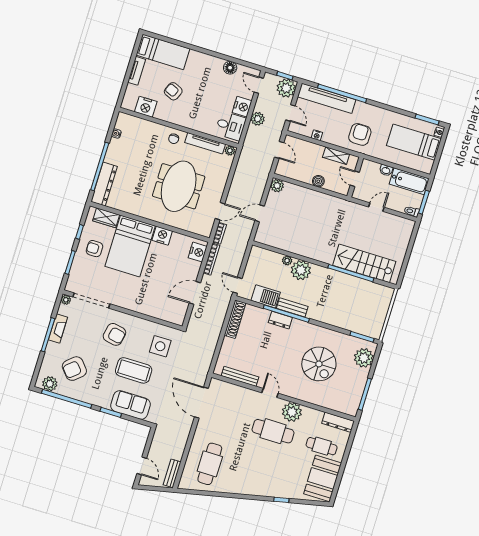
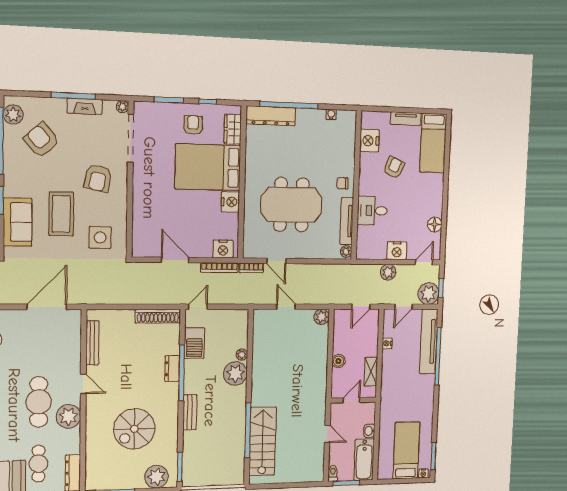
desk: (231, 126) -> (372, 211), moved, turned 90
armchair: (360, 134) -> (400, 390), removed
bench: (292, 307) -> (190, 412), moved
door: (270, 393) -> (83, 384), hinge flipped

